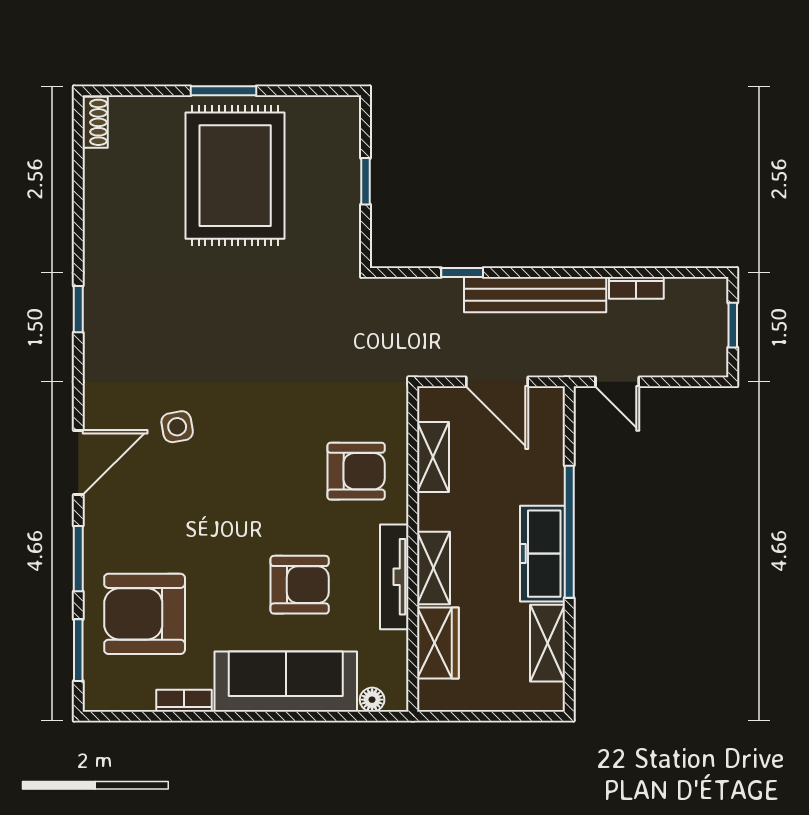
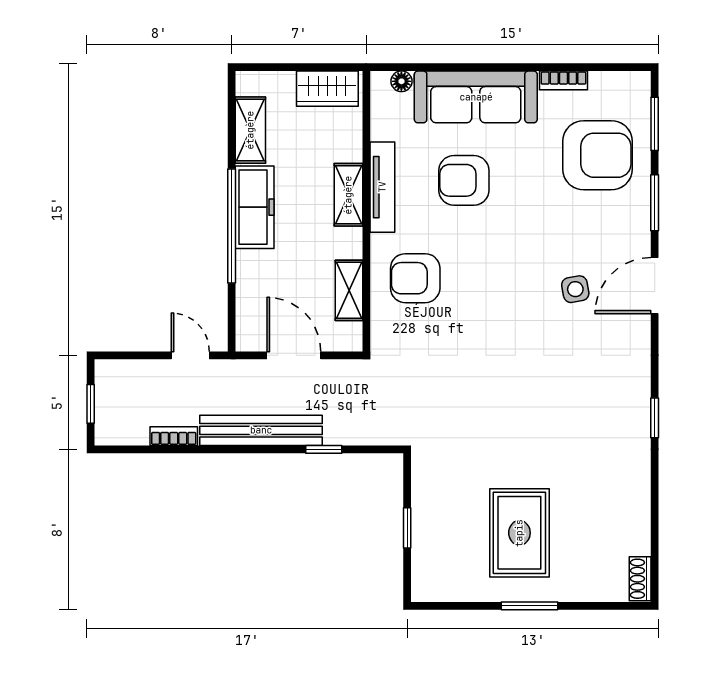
rug: (235, 176) -> (519, 533), width x0.73, depth x0.69
side table: (177, 427) -> (575, 289), moved
wardrobe: (438, 643) -> (327, 89), moved, turned -90

